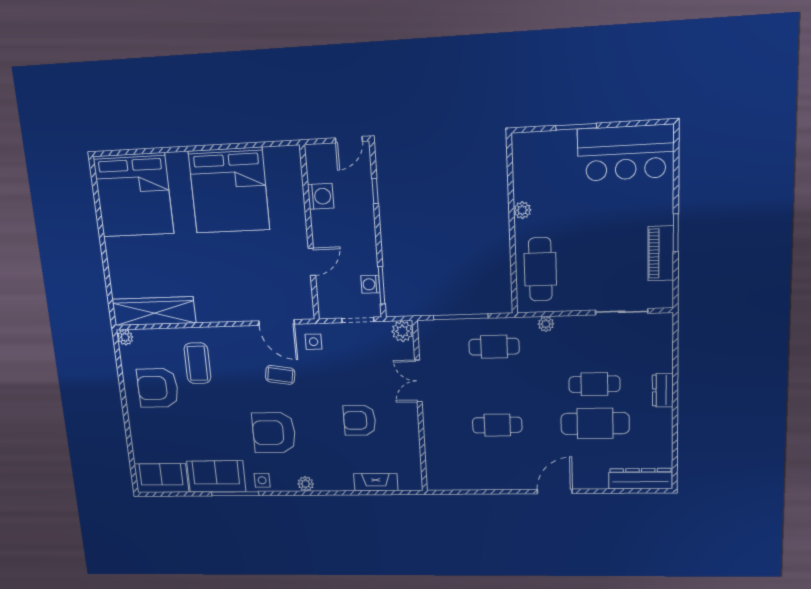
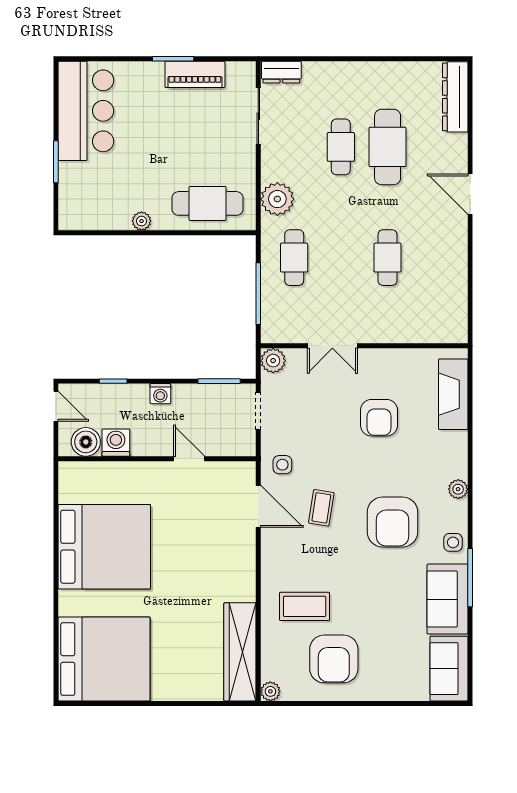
boiler: (319, 169) -> (86, 442), added
washing machine: (370, 284) -> (160, 394), moved
door: (277, 323) -> (258, 506), hinge flipped
plant: (546, 324) -> (277, 199), width x1.88, depth x1.88
dresser: (663, 390) -> (281, 72), moved
fireplace: (376, 482) -> (453, 394), width x1.37, depth x1.32

